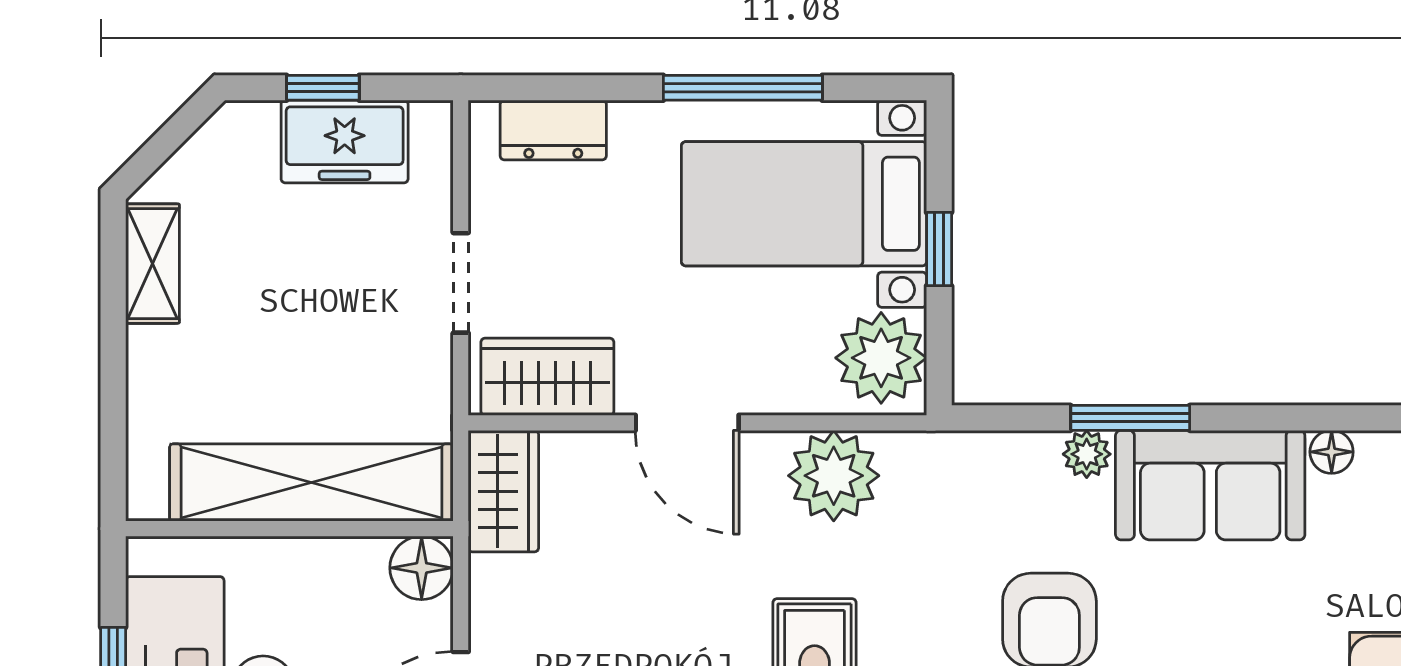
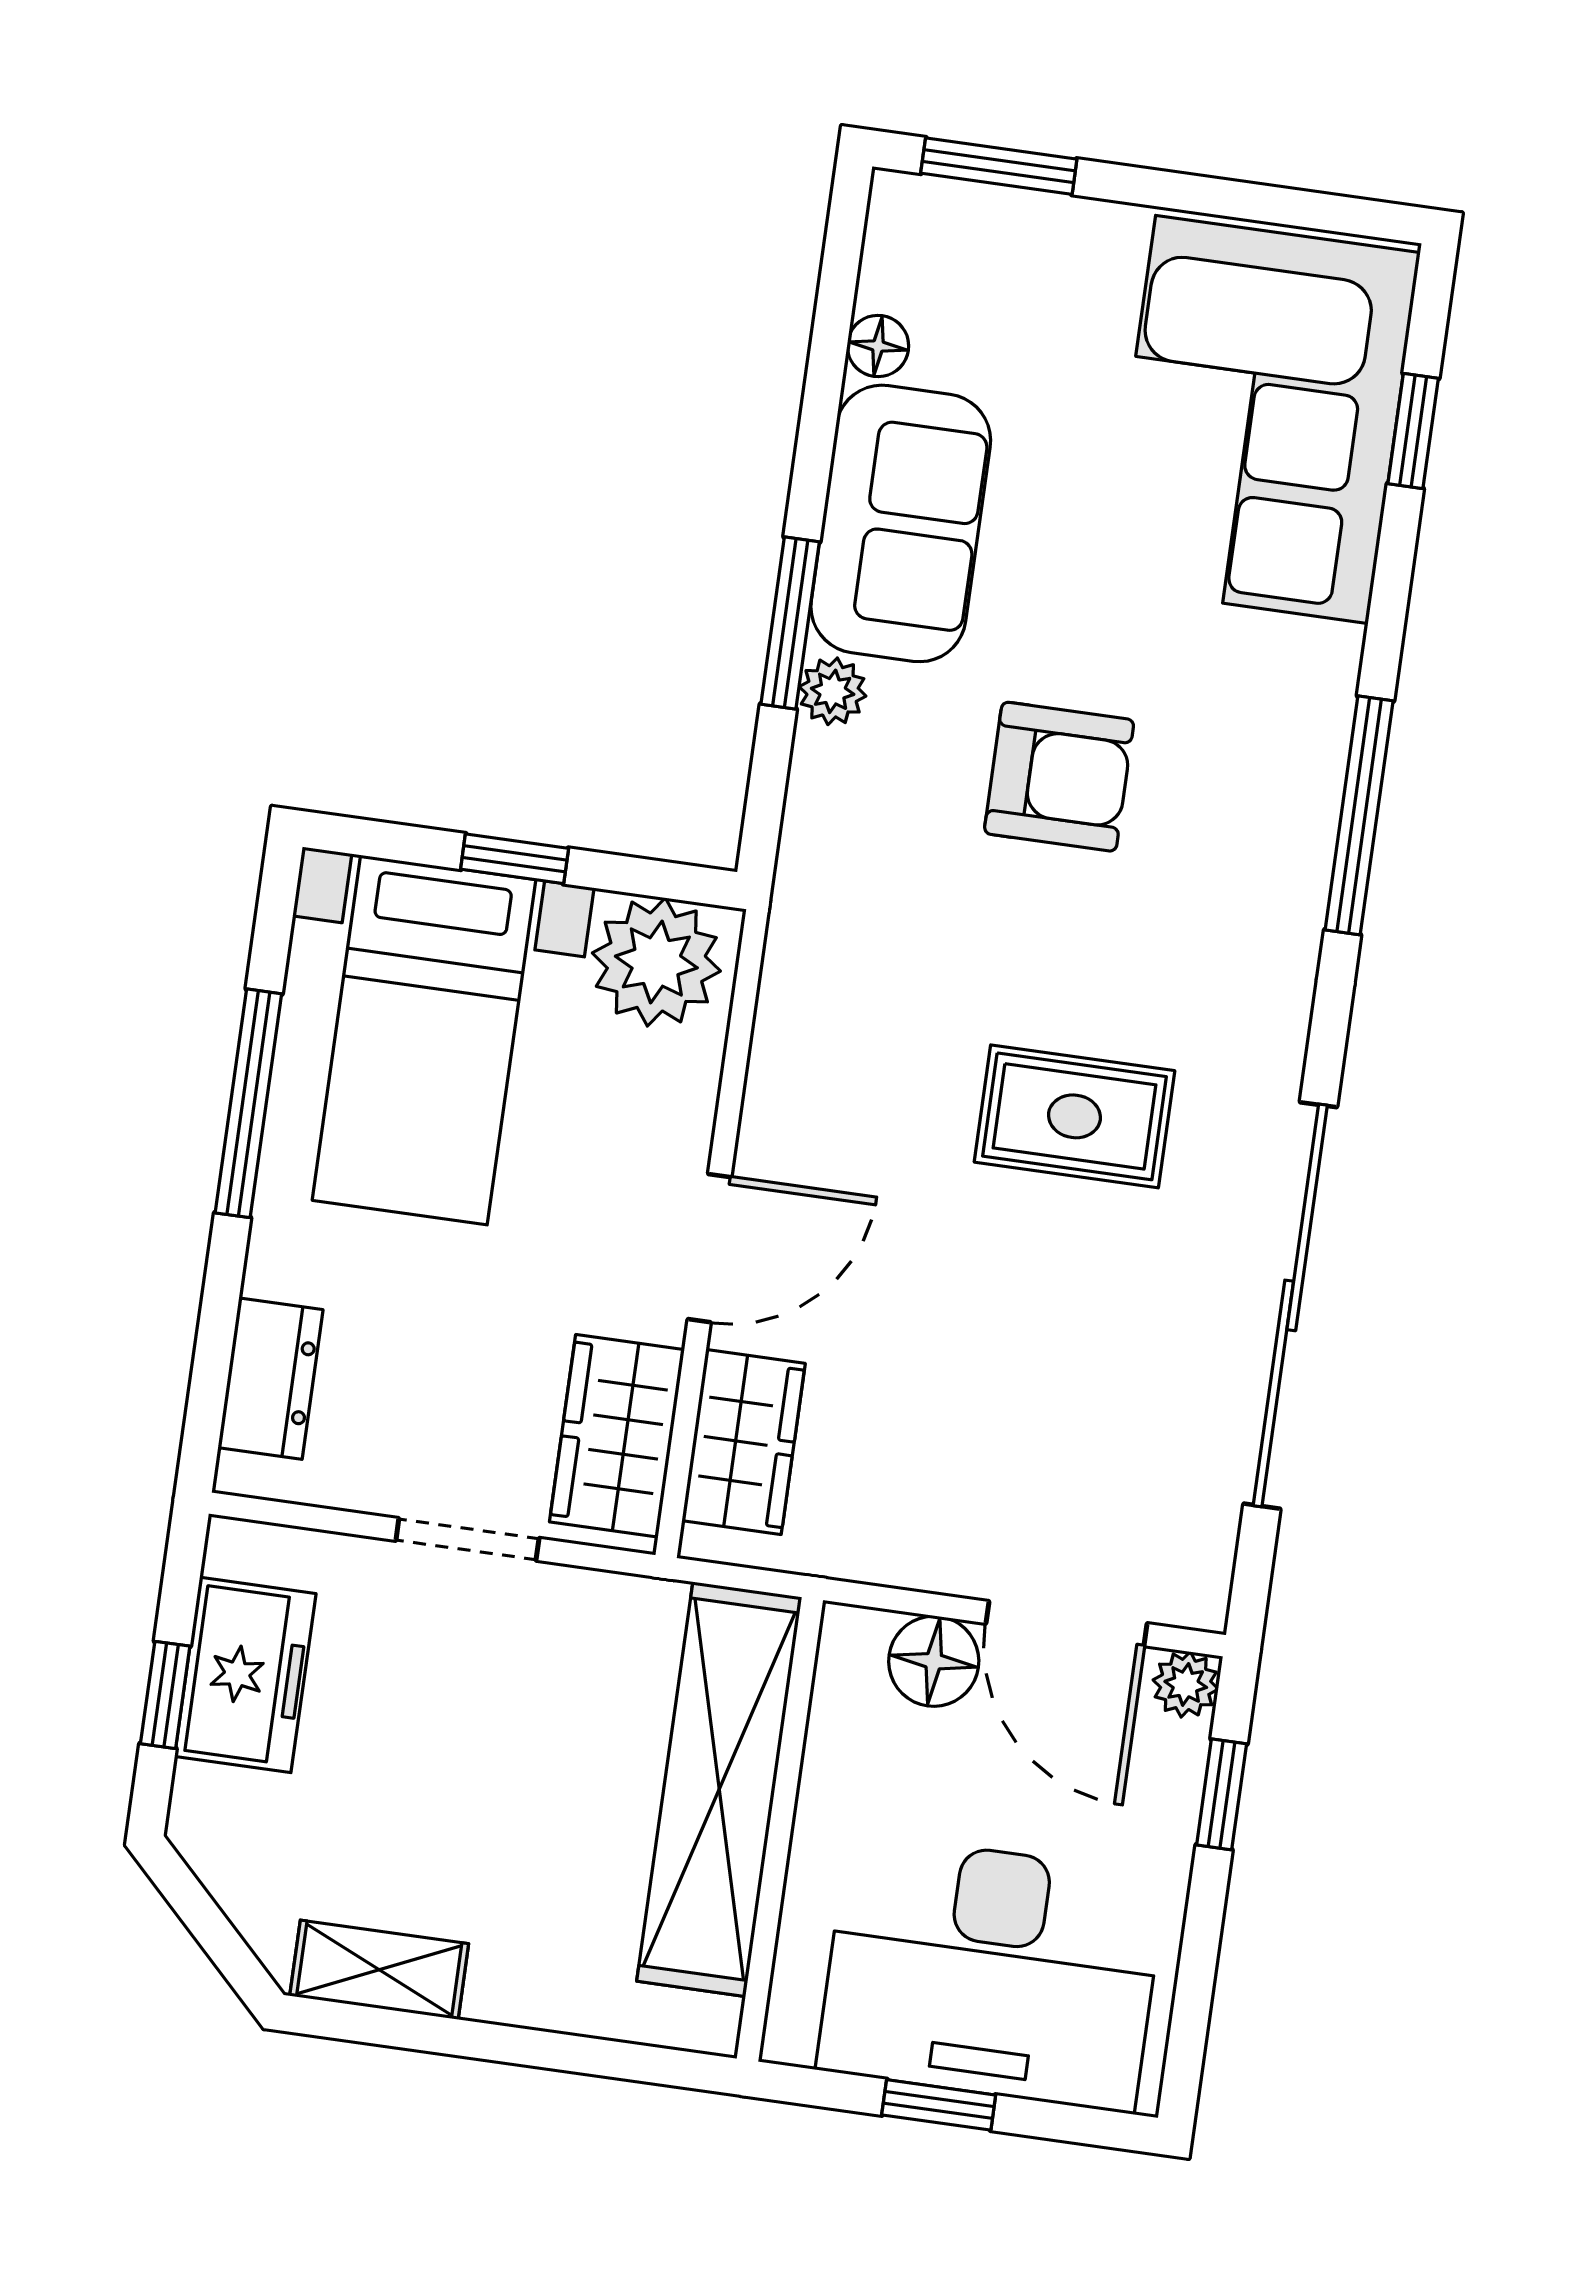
plant: (834, 476) -> (813, 1052), removed
wardrobe: (503, 491) -> (744, 1442), moved, turned 90
floor lamp: (422, 568) -> (934, 1661), moved

